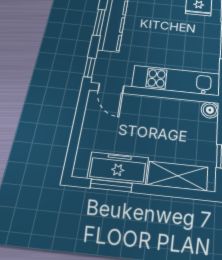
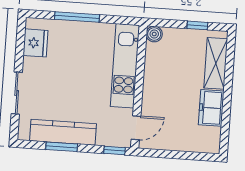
freezer: (118, 168) -> (211, 108), width x0.71
window: (111, 186) -> (226, 119), removed

